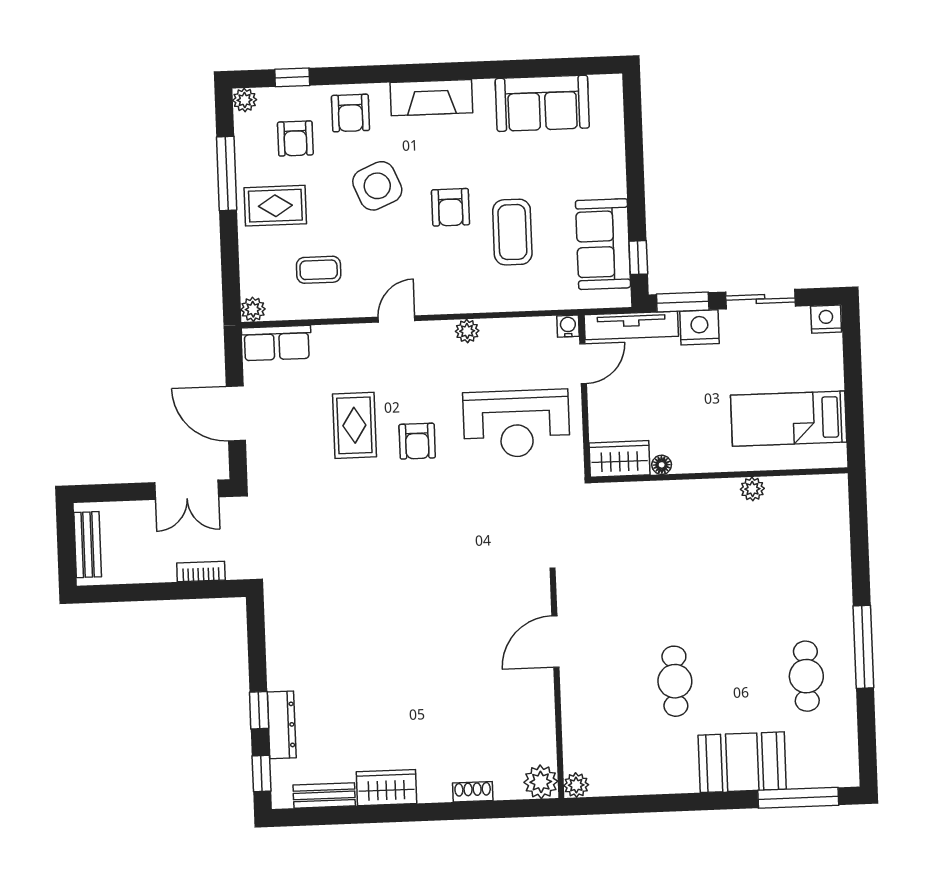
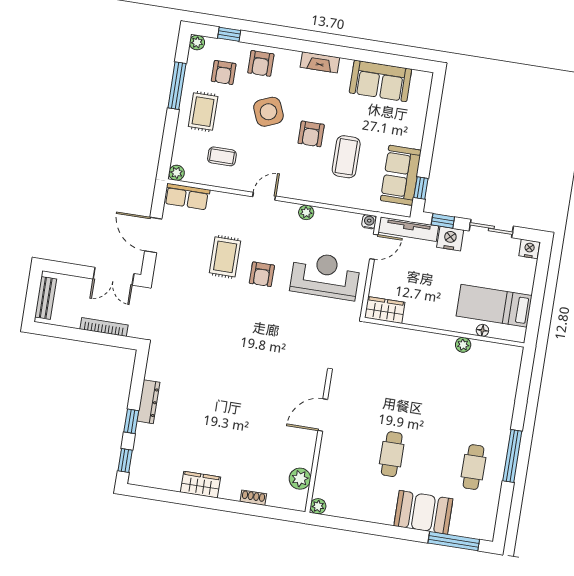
fireplace: (431, 98) -> (320, 62), width x0.73, depth x0.76
rug: (275, 206) -> (203, 112), turned 90
window: (683, 302) -> (443, 221), width x0.67
reception desk: (516, 424) -> (325, 276), turned 180
floor lamp: (662, 465) -> (482, 330), moved
bookcase: (201, 571) -> (104, 327), width x1.56
dresser: (282, 725) -> (148, 402), moved
plant: (541, 782) -> (300, 479), moved
bench: (324, 795) -> (161, 482), removed

